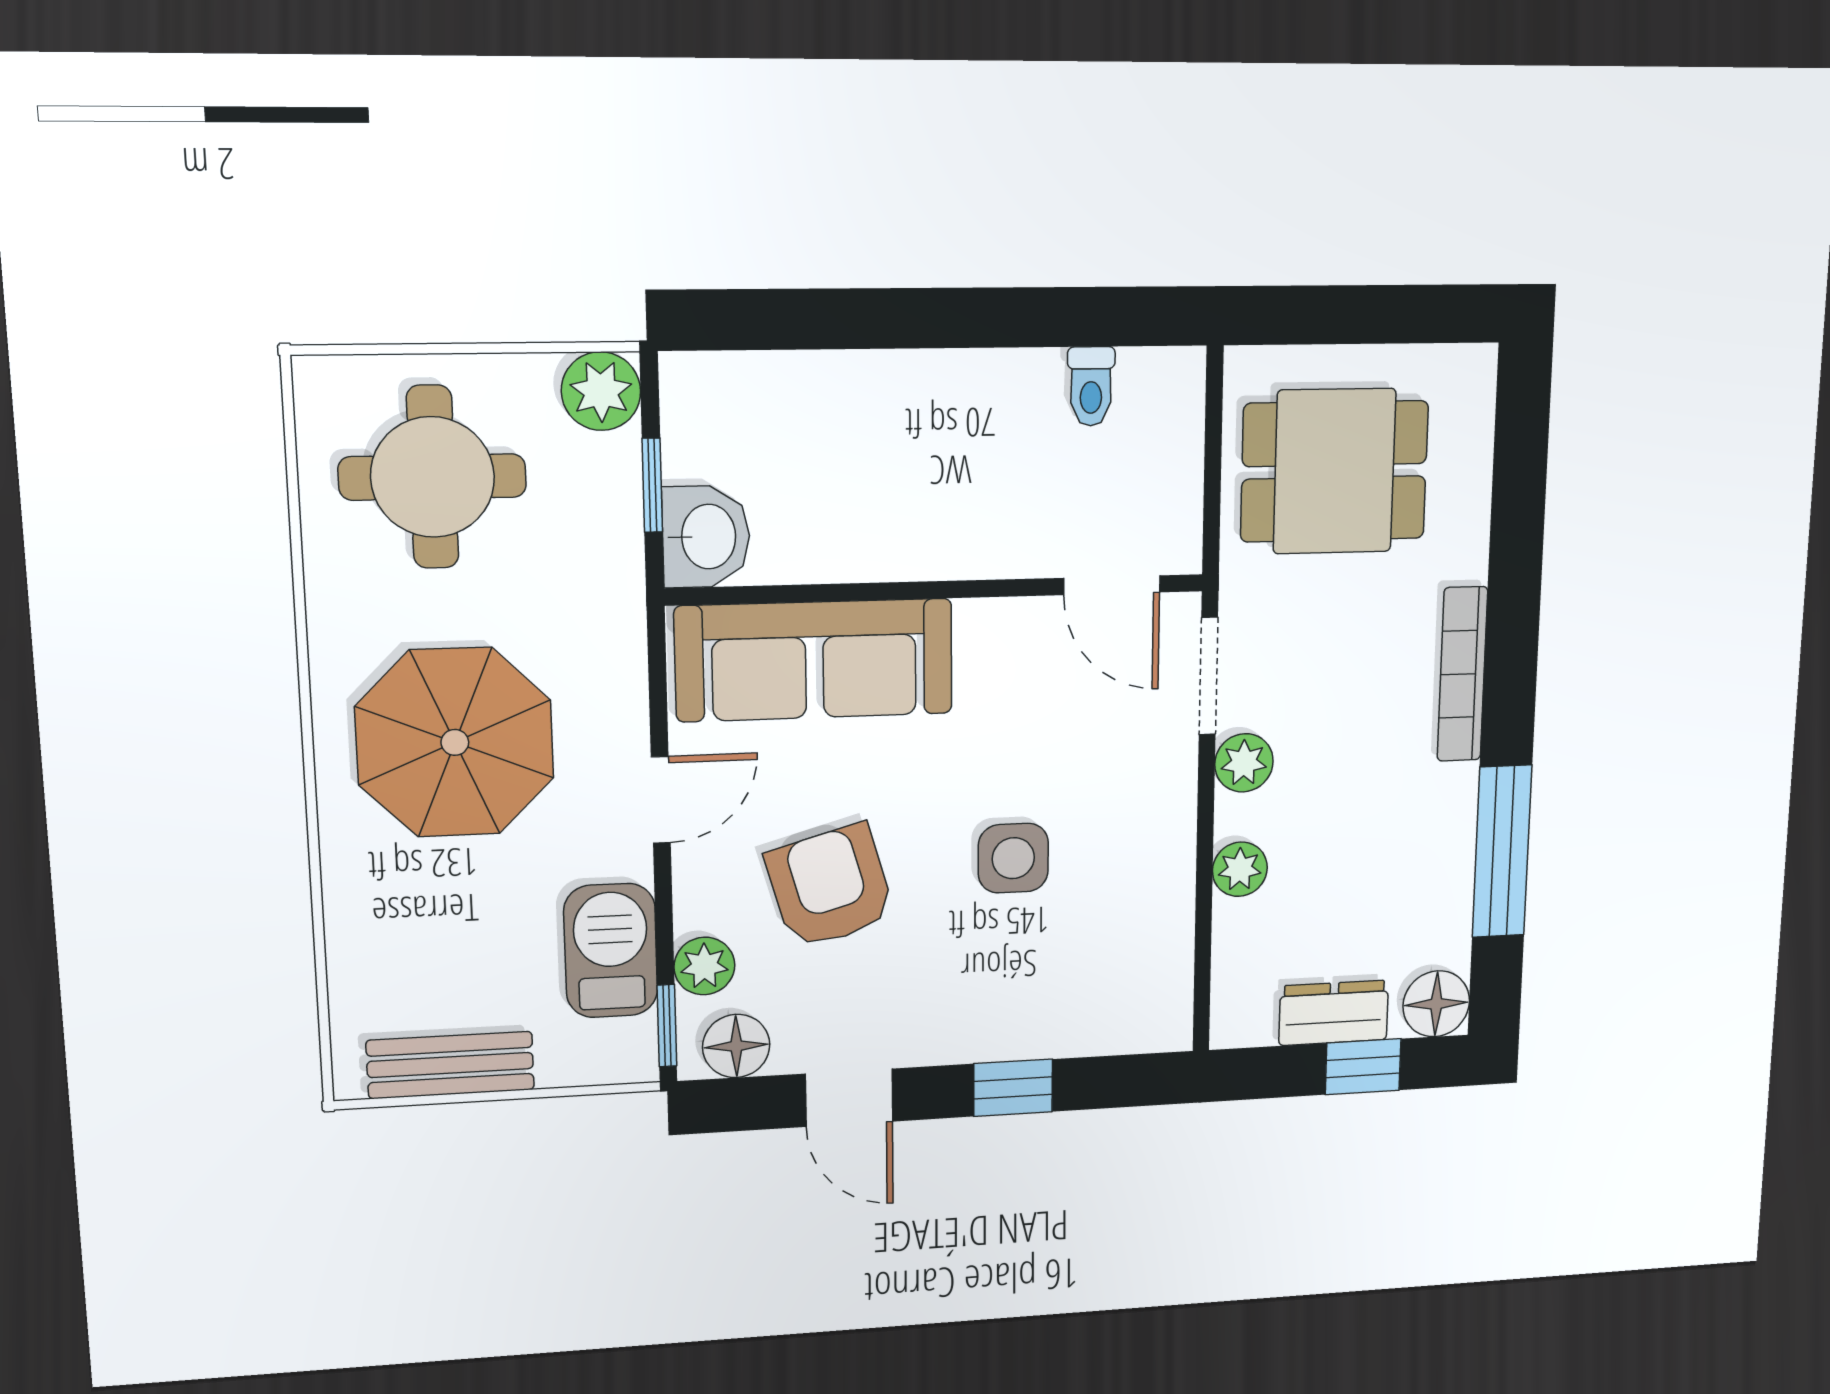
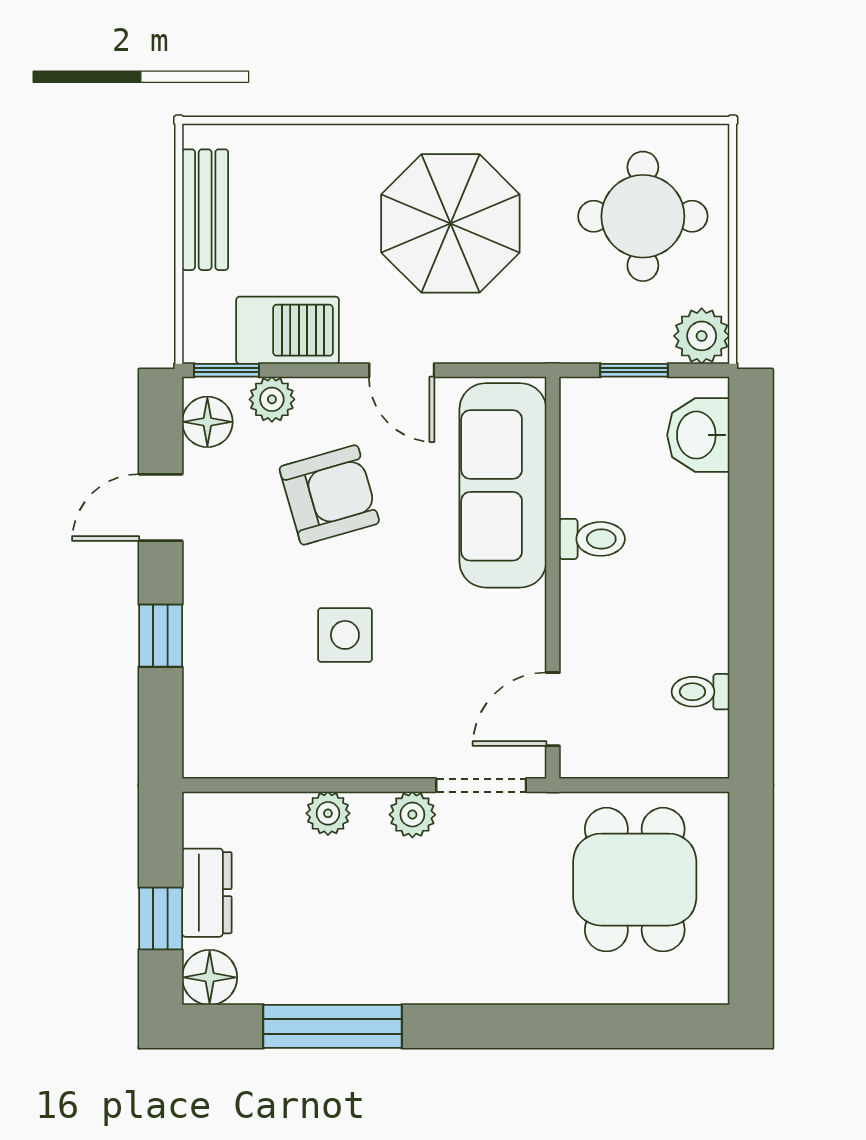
washbasin: (706, 537) -> (698, 435), moved, turned 90
toilet: (886, 538) -> (592, 539), added
bookcase: (1462, 674) -> (476, 987), removed

